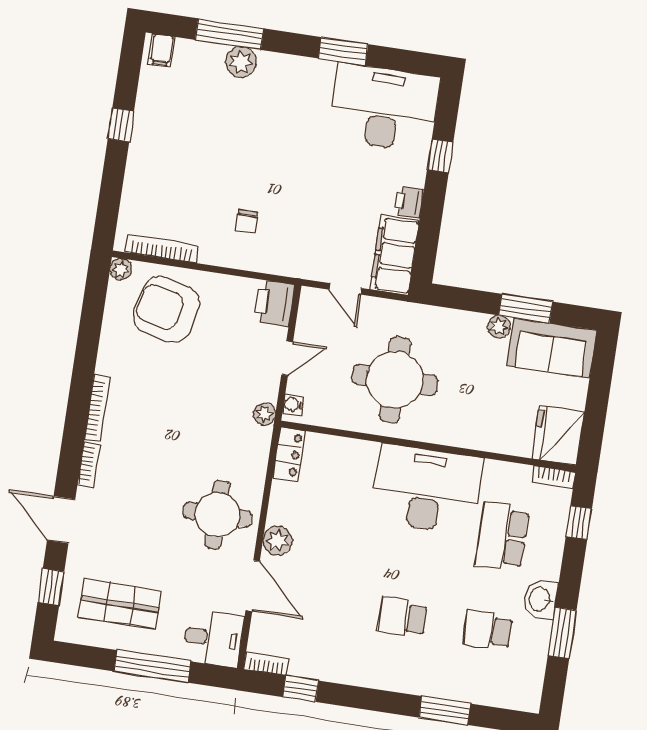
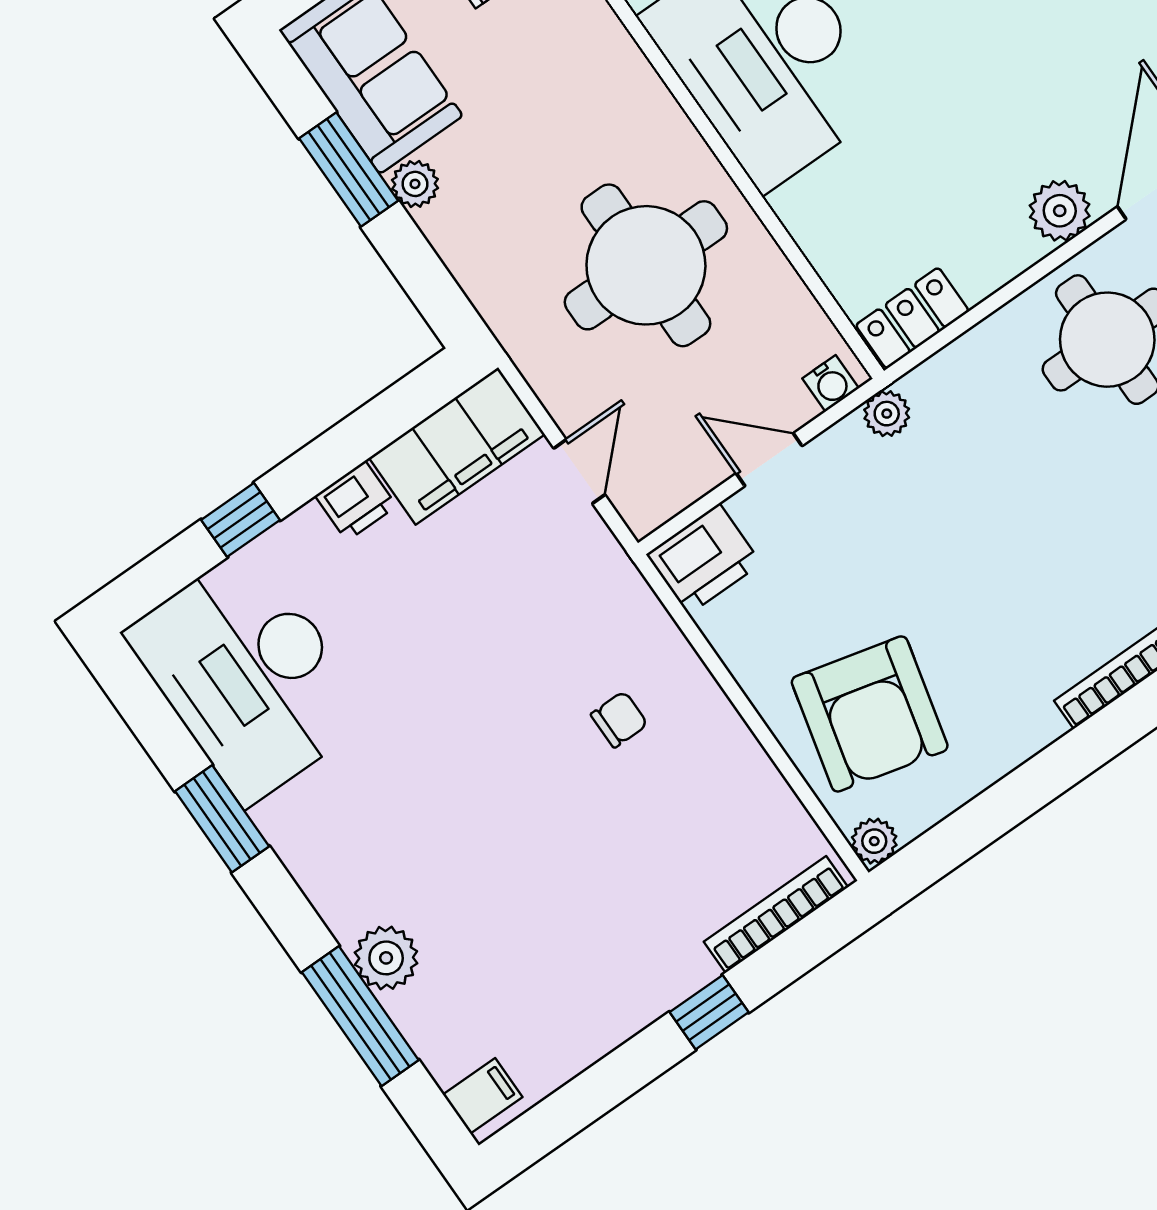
window: (121, 125) -> (709, 1012), moved
bookcase: (162, 249) -> (776, 914), moved, turned 90

